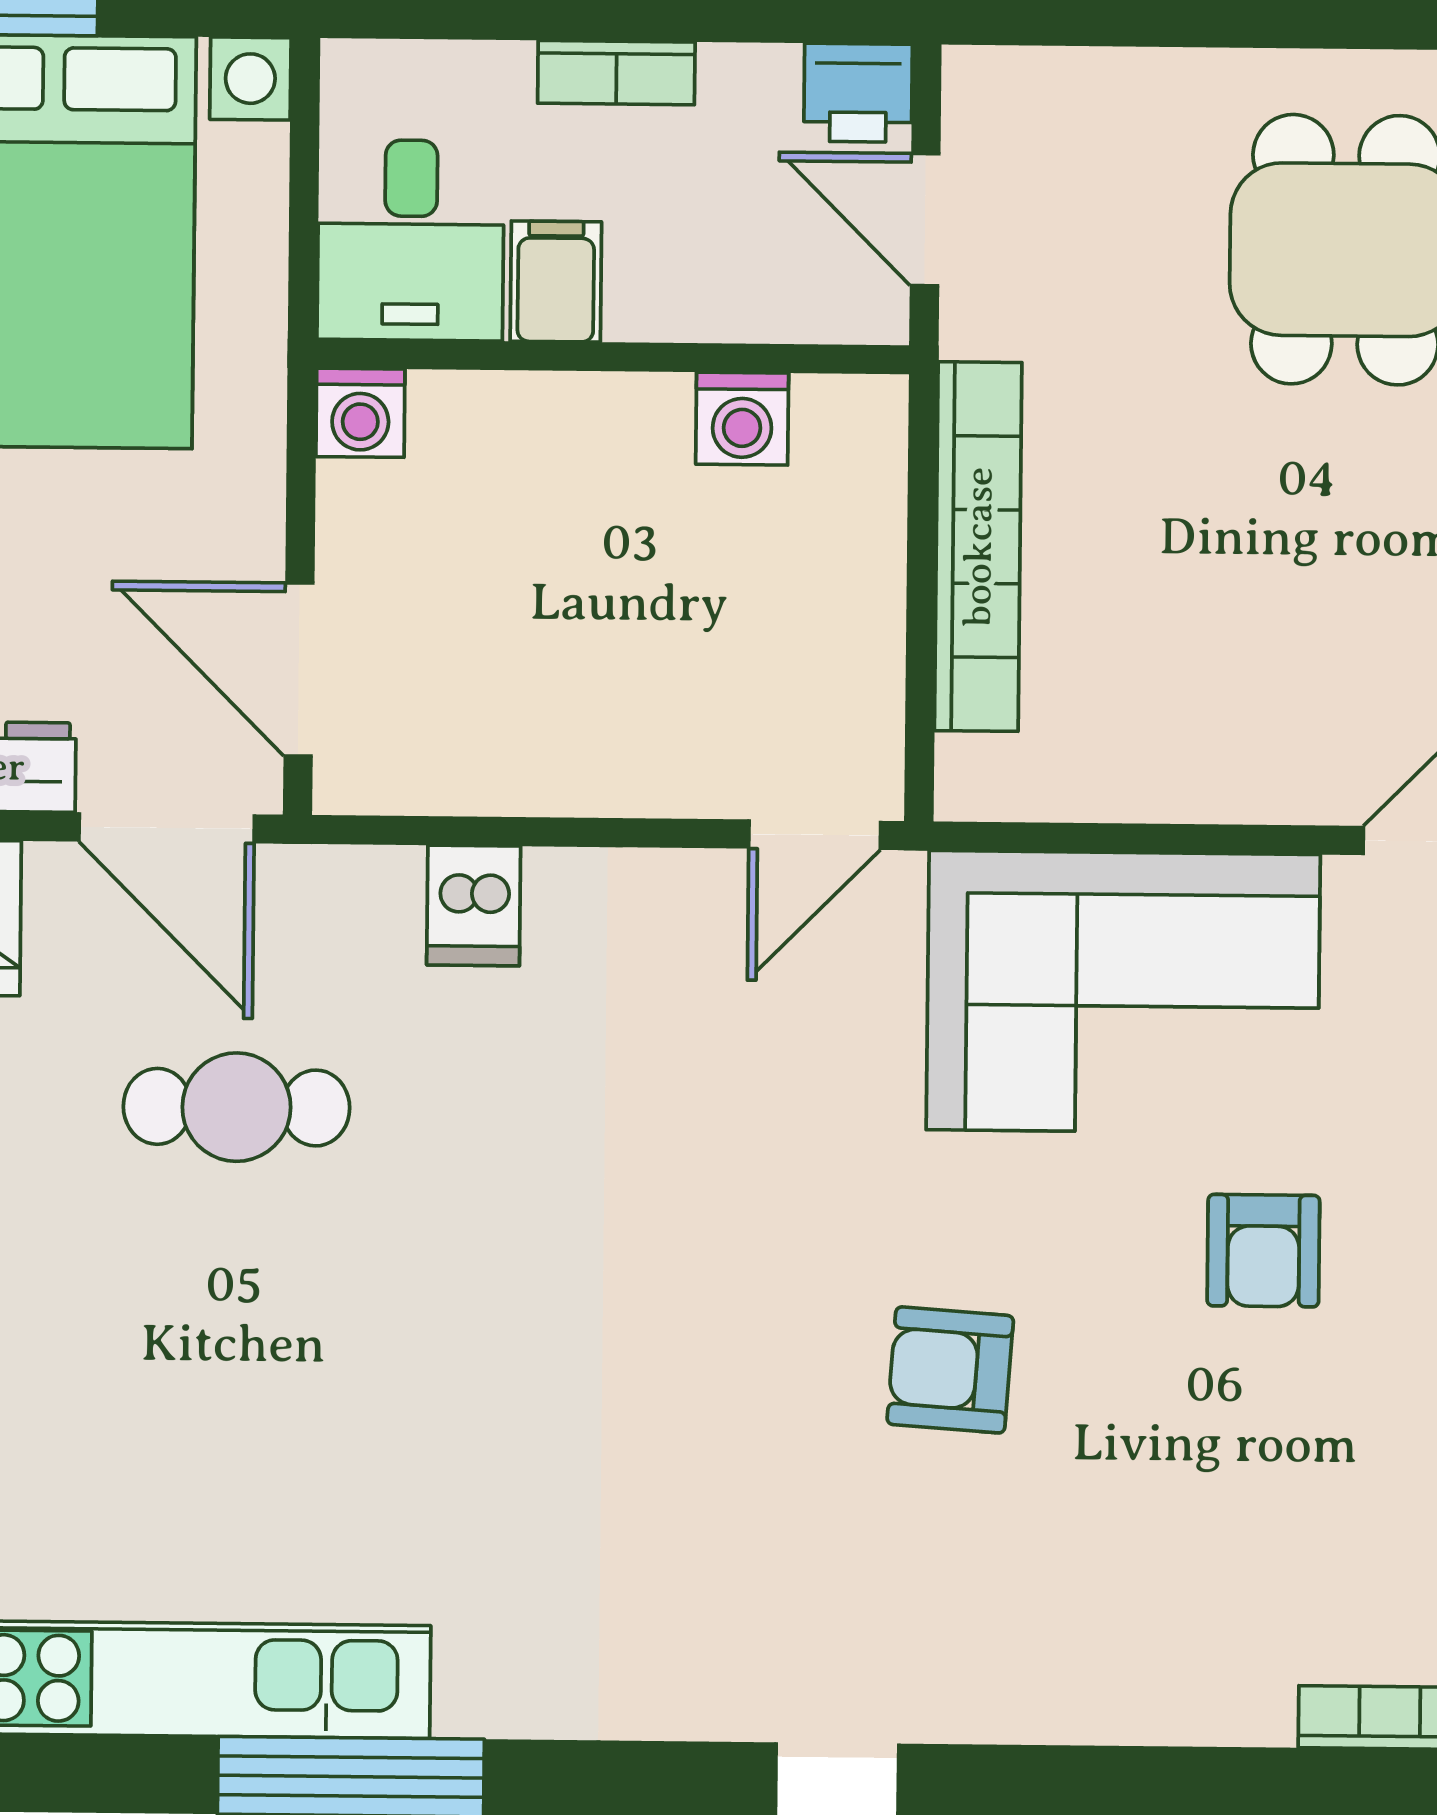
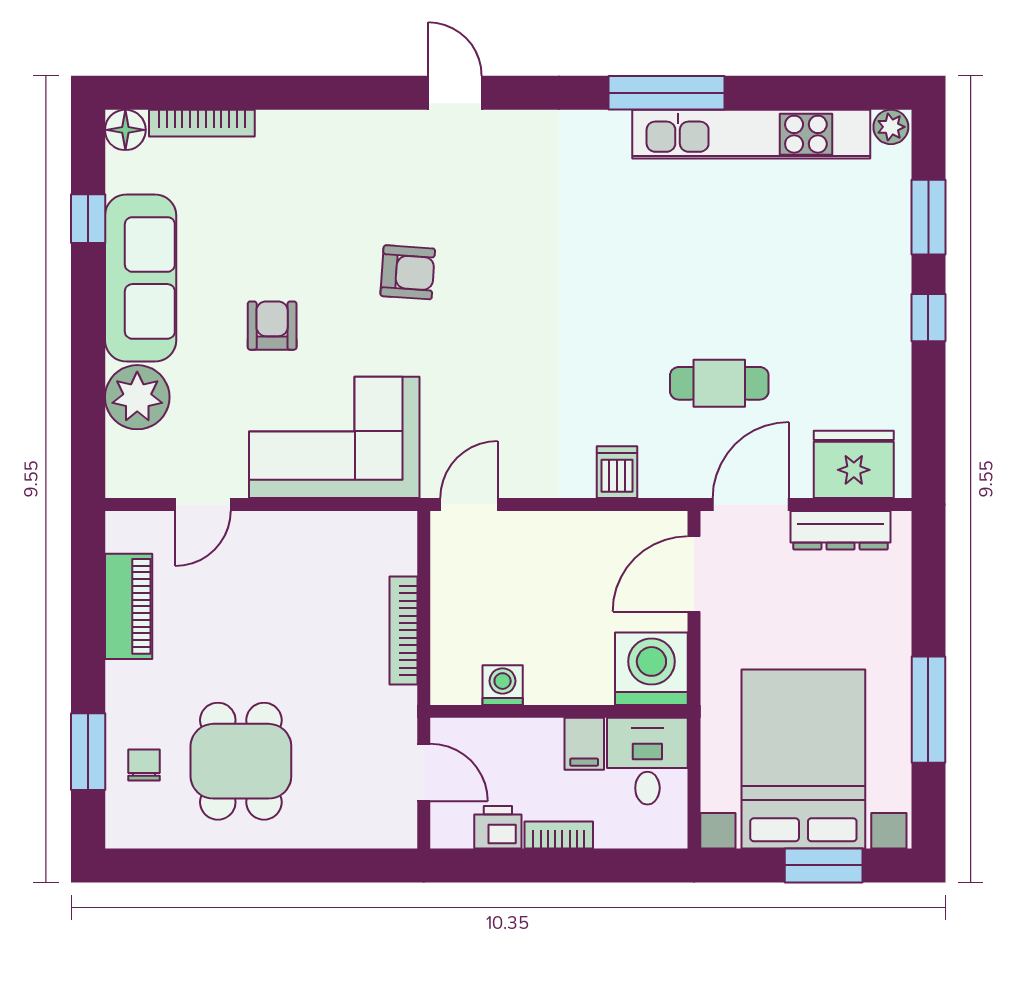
printer: (858, 93) -> (498, 827), moved
washing machine: (360, 413) -> (651, 669), width x1.89, depth x1.89
bookcase: (978, 547) -> (404, 630), width x0.68, depth x0.76
door: (299, 669) -> (694, 574), swing flipped
door: (167, 828) -> (751, 504), hinge flipped

